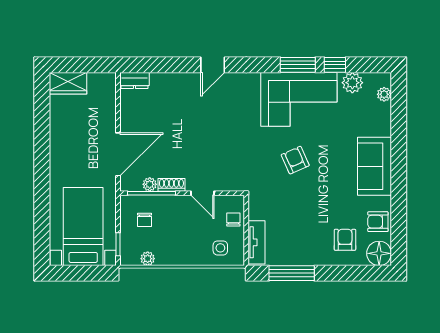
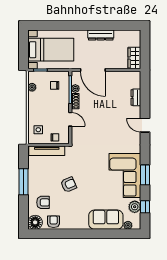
window: (335, 65) -> (145, 207), moved
dresser: (134, 80) -> (136, 97), moved
wardrobe: (68, 83) -> (134, 58), moved
dresser: (58, 141) -> (101, 35), added
armchair: (295, 160) -> (69, 185), moved
sofa: (374, 166) -> (106, 220), moved
door: (202, 193) -> (70, 119), swing flipped
tv unit: (256, 242) -> (47, 151), width x1.41
window: (292, 273) -> (24, 182), moved

